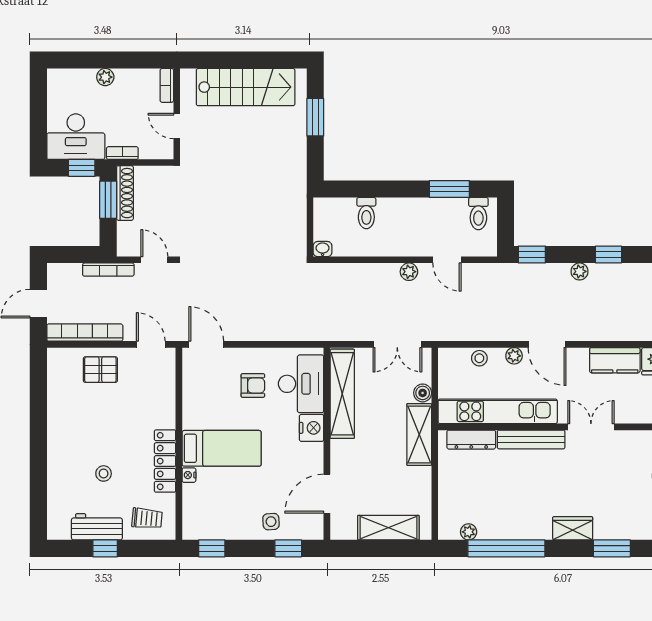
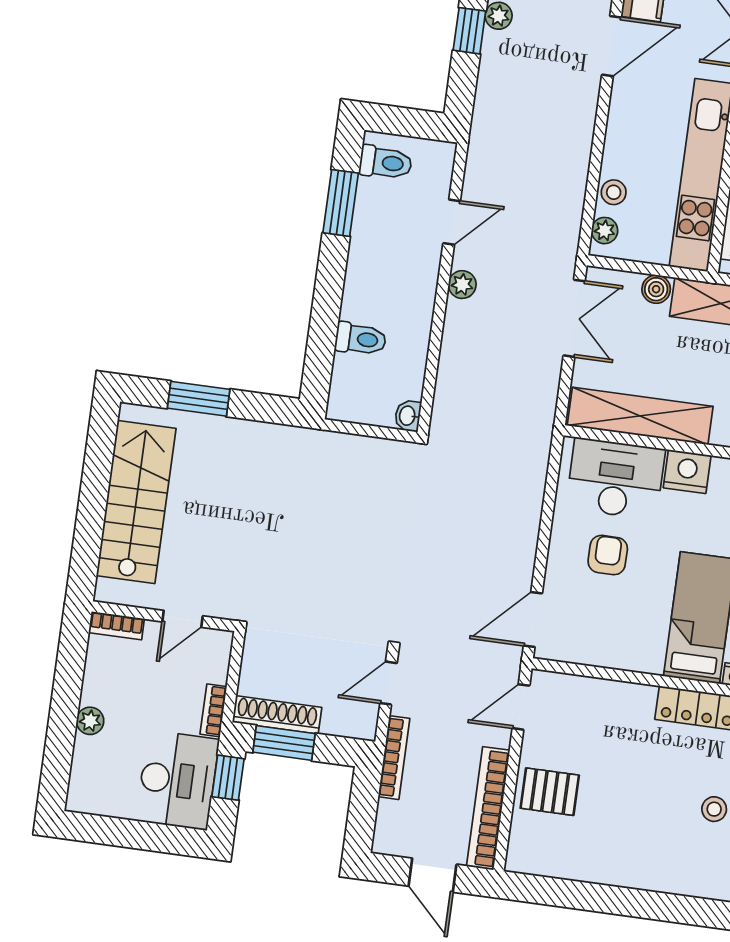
window: (532, 255) -> (469, 31), moved
door: (547, 344) -> (611, 46), moved
plant: (514, 356) -> (605, 231), moved
pallet: (100, 370) -> (550, 792), turned 90

